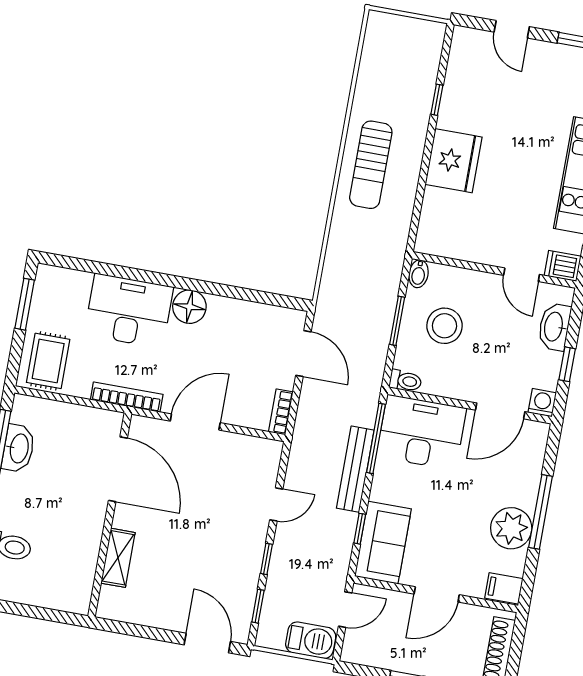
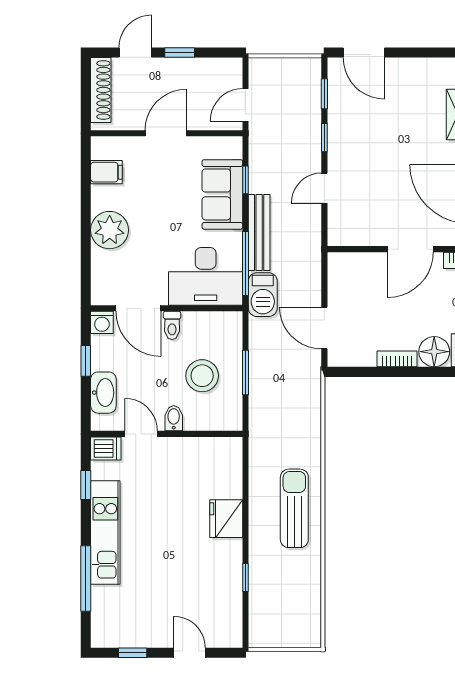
fridge: (454, 161) -> (226, 519), width x0.73, depth x0.75
bidet: (419, 274) -> (174, 418), moved
toilet: (405, 381) -> (172, 325), moved, turned -90
door: (500, 411) -> (138, 308), swing flipped
bookcase: (281, 412) -> (397, 359), moved, turned -90
window: (541, 512) -> (86, 224), removed
plant: (511, 528) -> (110, 230), moved
sofa: (383, 543) -> (222, 194), moved
filing cabinet: (504, 588) -> (106, 172), moved
barbecue: (311, 640) -> (263, 295), moved, turned -90

